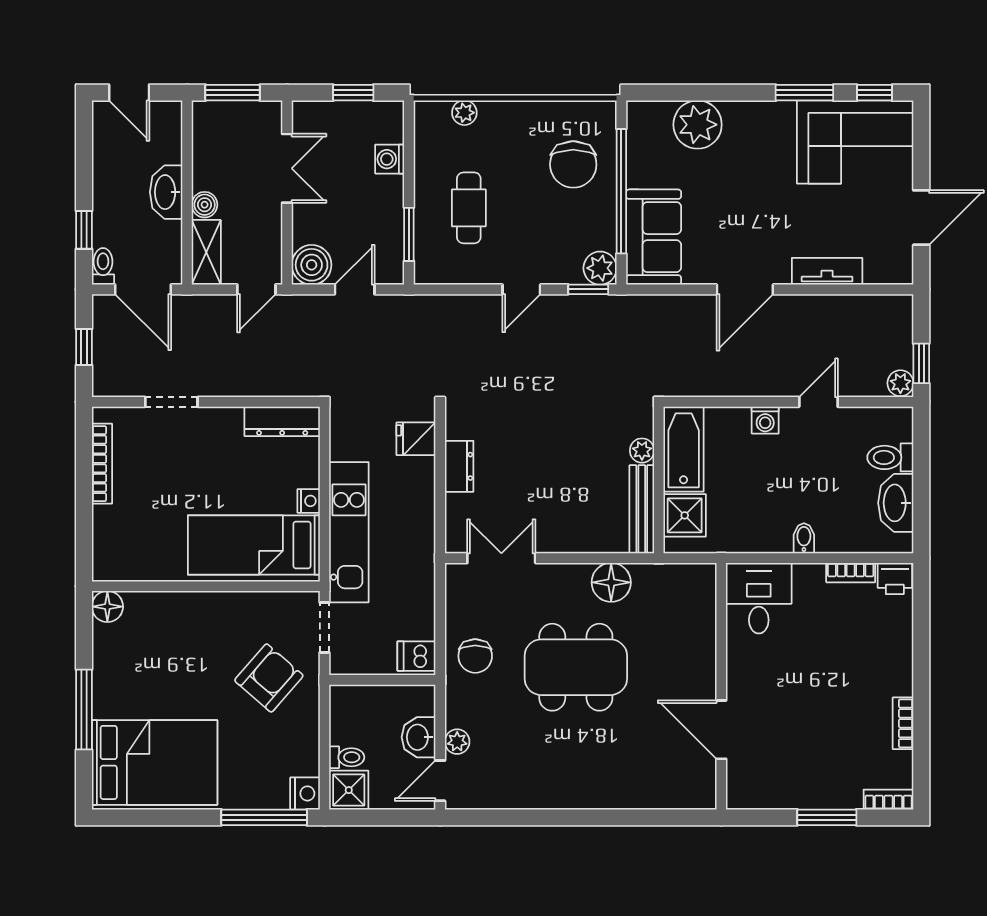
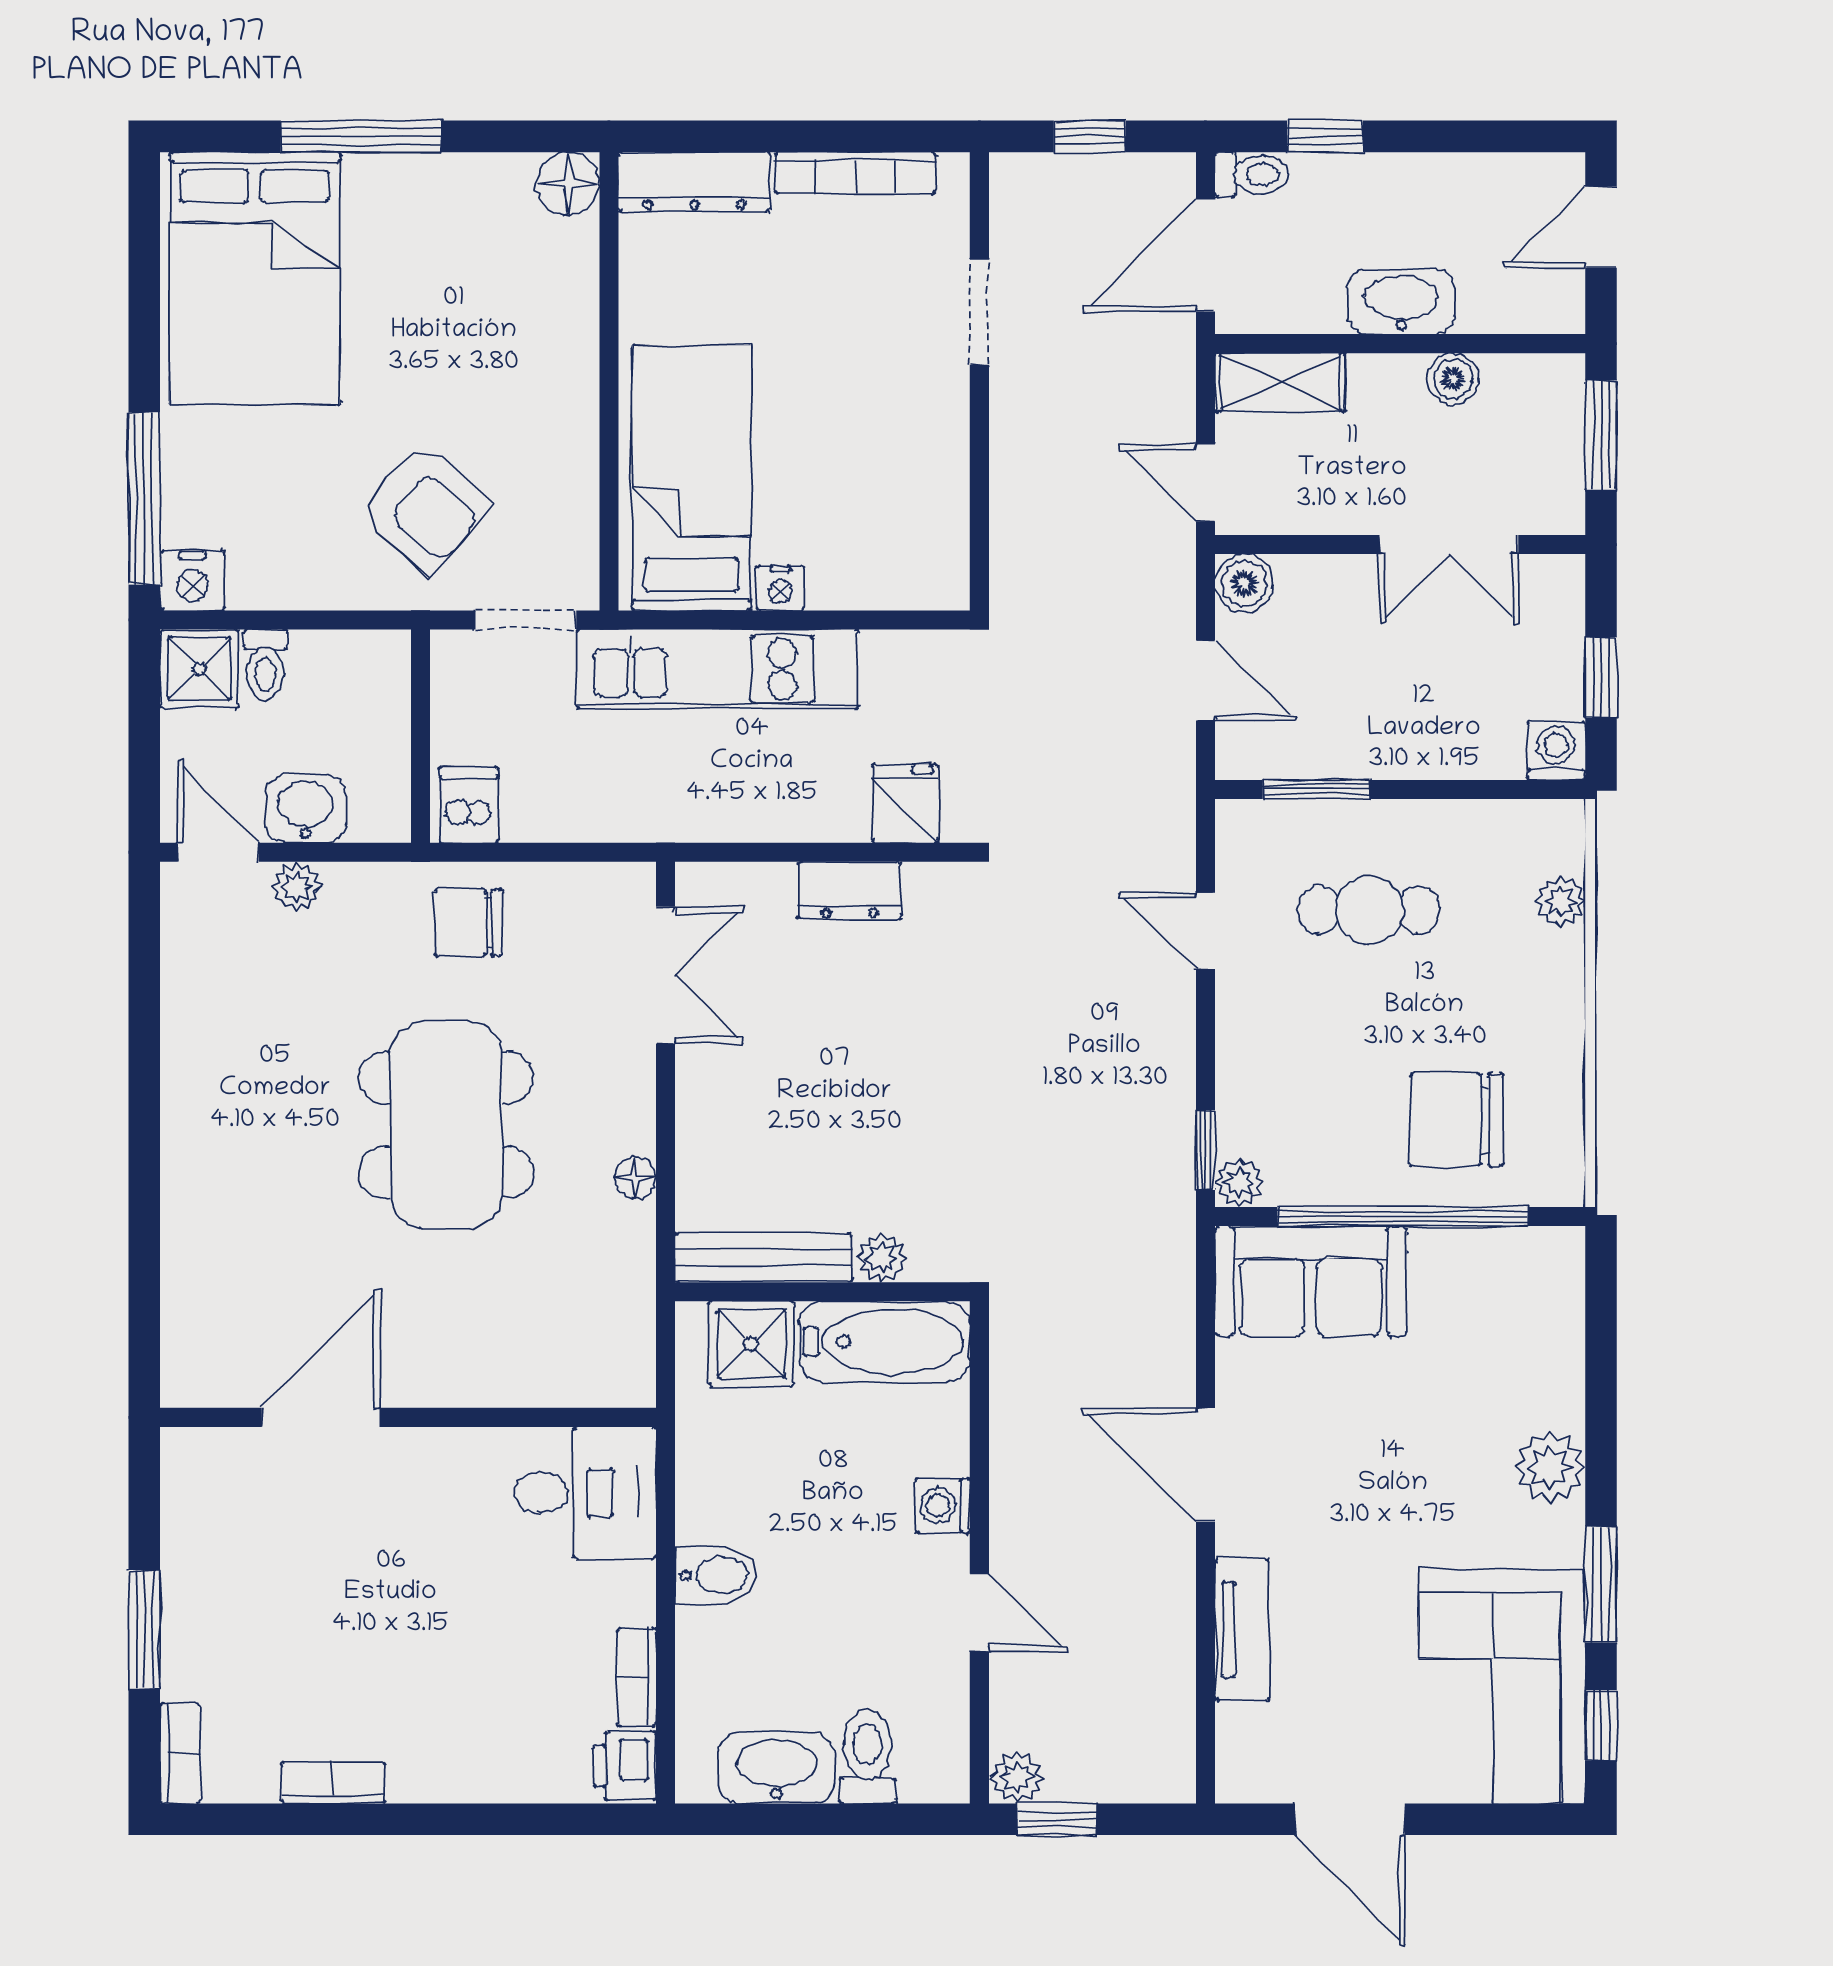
plant: (698, 125) -> (1550, 1467), moved, width x0.73, depth x0.73
washing machine: (390, 159) -> (1556, 751), moved
boiler: (205, 205) -> (1453, 379), moved
boiler: (312, 265) -> (1244, 583), width x0.73, depth x0.73
plant: (600, 268) -> (1239, 1183), width x0.73, depth x0.73
door: (521, 289) -> (1205, 931), moved
dresser: (282, 421) -> (694, 182), moved, turned -90
bidet: (804, 538) -> (716, 1575), width x1.38, depth x1.36
floor lamp: (611, 582) -> (635, 1178), width x0.53, depth x0.53

